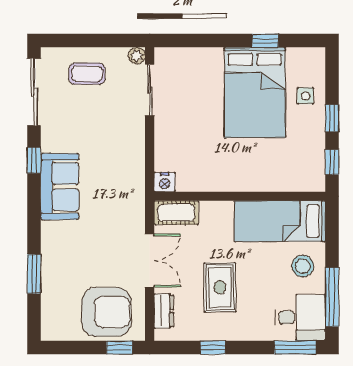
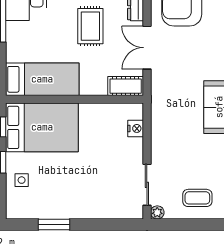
window: (265, 41) -> (54, 225), width x1.50
bed: (255, 92) -> (42, 127), moved, turned 90
nightstand: (165, 182) -> (136, 128), moved, turned 90
stool: (303, 266) -> (24, 43), removed

